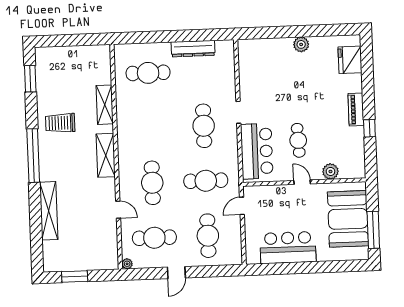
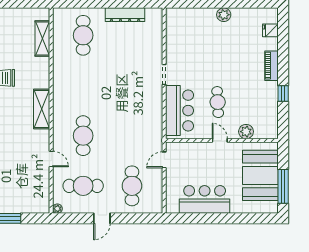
fridge: (350, 60) -> (270, 30), width x0.53, depth x0.75
cafe table: (148, 73) -> (83, 35), turned 90
shelving: (105, 105) -> (42, 38), moved
piano: (356, 109) -> (271, 66), moved
cafe table: (204, 126) -> (132, 85), removed
cafe table: (206, 181) -> (132, 136), removed

